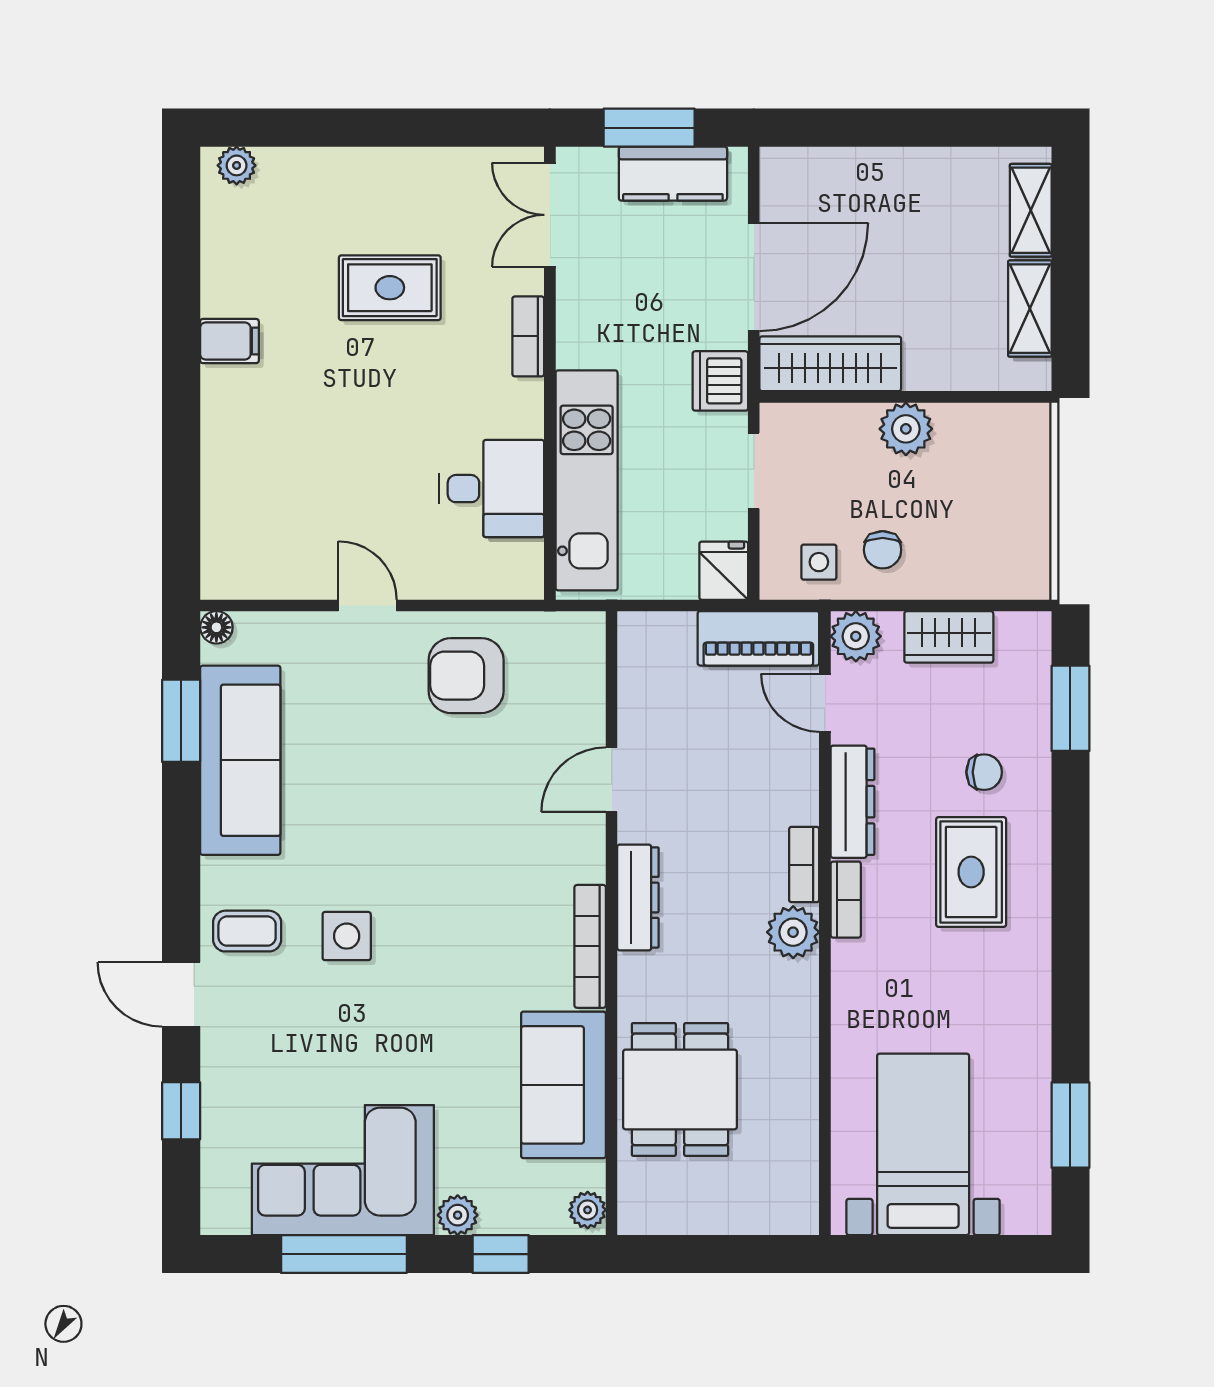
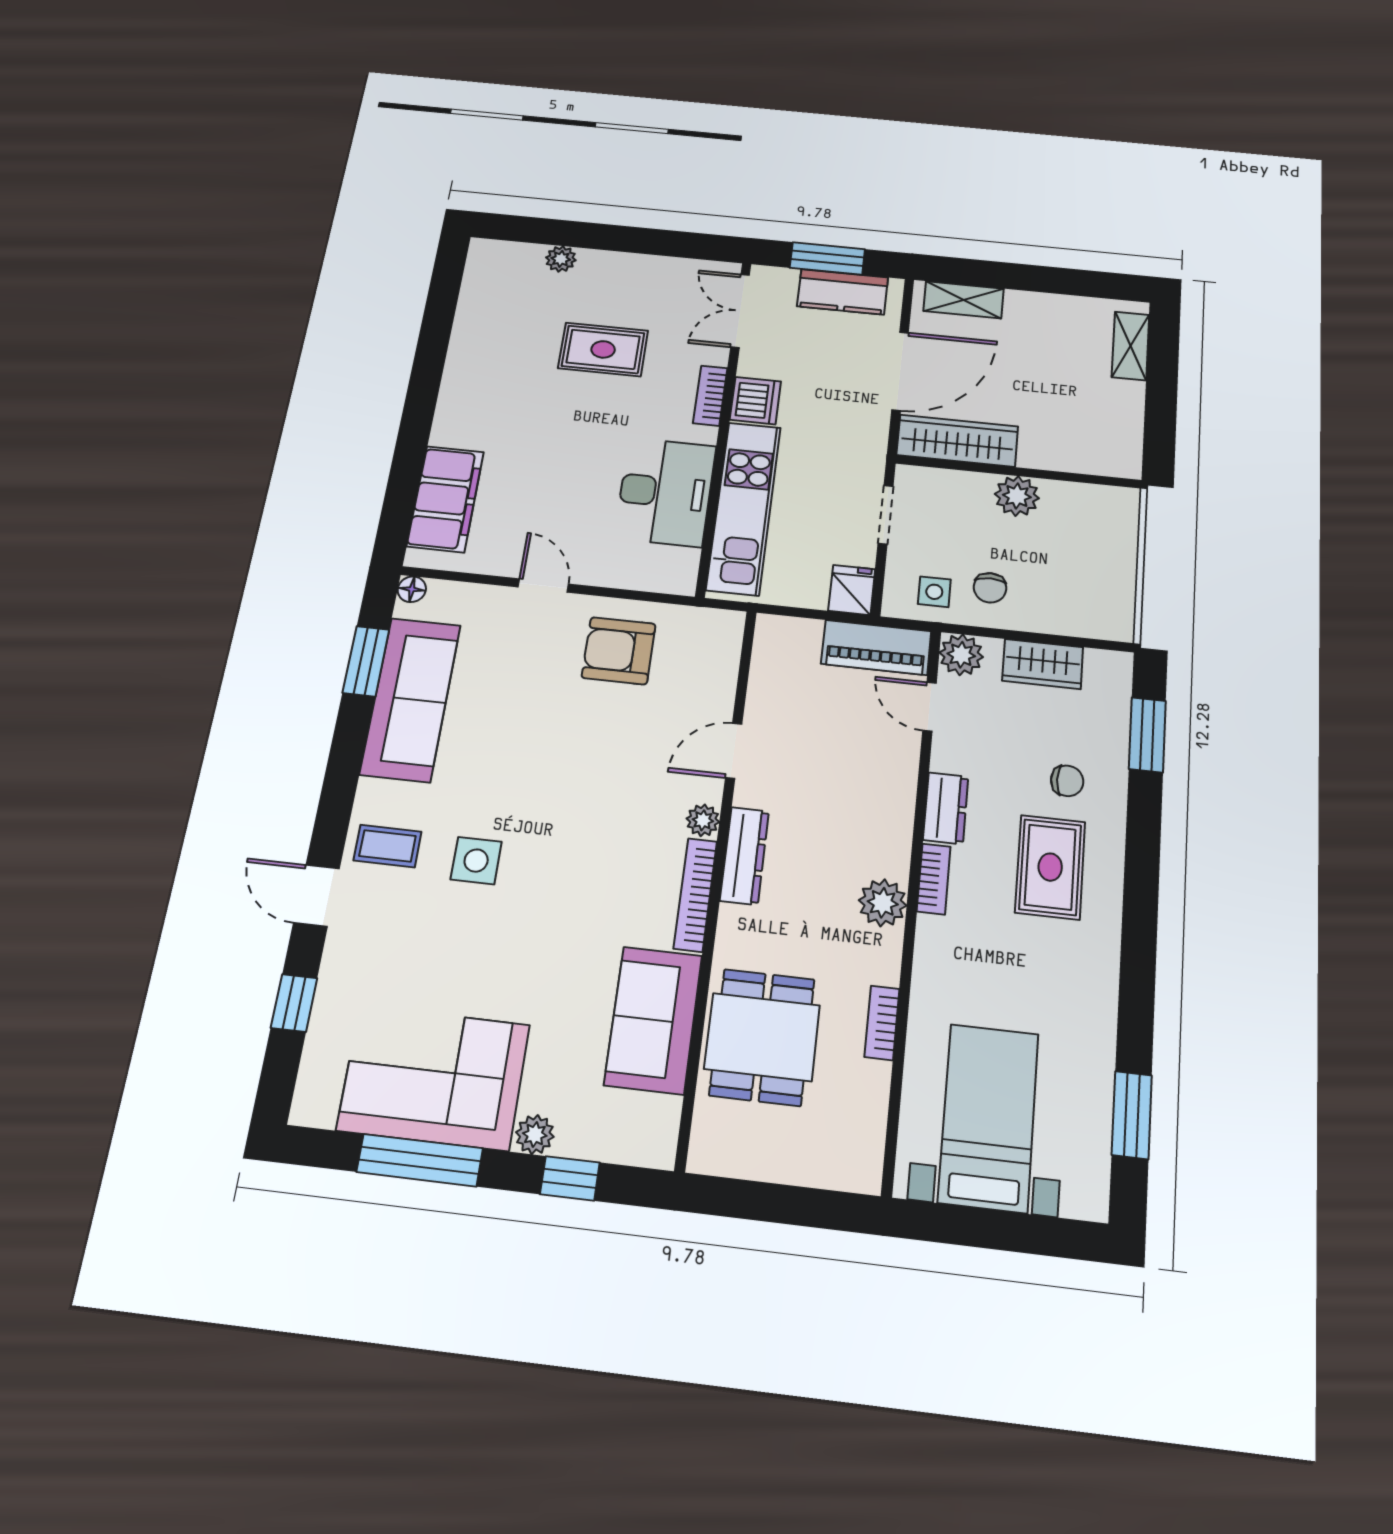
plant: (237, 165) -> (561, 259), moved
shelving: (1030, 309) -> (964, 300), moved, turned 90
filing cabinet: (229, 341) -> (445, 499), moved, width x3.00, depth x1.17
dishwasher: (720, 381) -> (755, 401), moved, turned 180
desk: (492, 489) -> (665, 492), width x1.37
dresser: (853, 802) -> (946, 808), width x0.70
bookcase: (804, 865) -> (882, 1023), moved
plant: (588, 1210) -> (703, 820), moved

